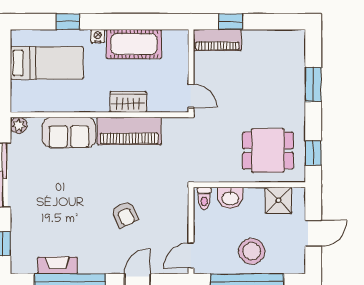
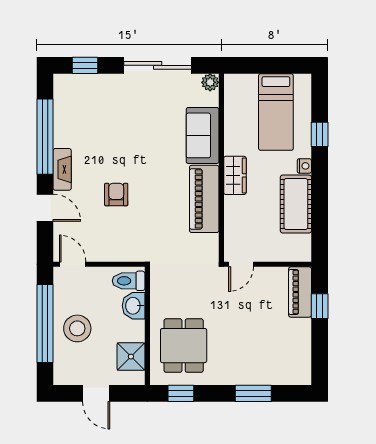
wardrobe: (128, 102) -> (235, 175), moved
toilet: (204, 198) -> (129, 281), width x1.37, depth x1.39
armchair: (125, 214) -> (116, 195), turned 115
fireplace: (57, 265) -> (62, 169), moved

